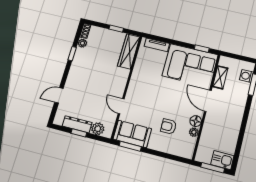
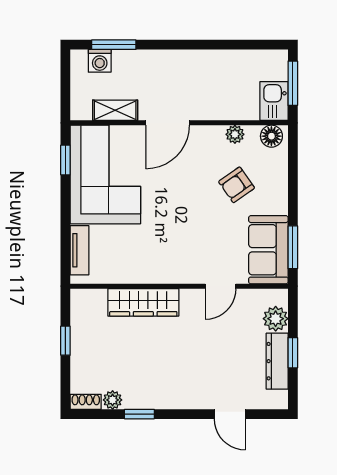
wardrobe: (129, 51) -> (143, 302), moved
floor lamp: (196, 121) -> (271, 136), moved
armchair: (169, 127) -> (237, 185), turned 55
kitchen sink: (222, 160) -> (274, 101), moved

